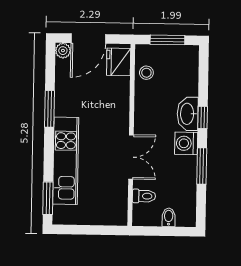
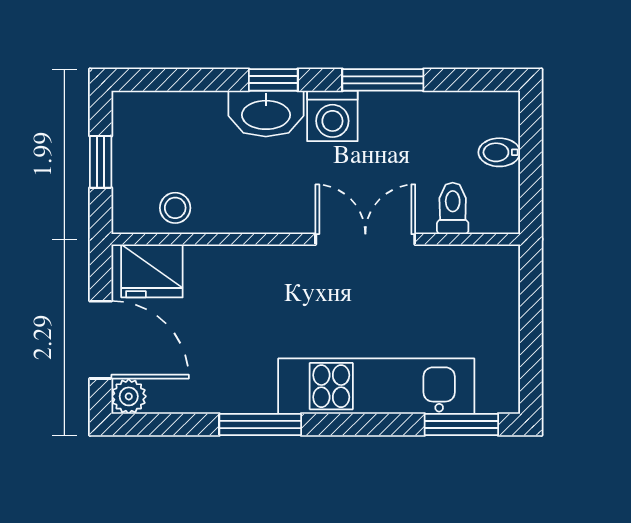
window: (167, 40) -> (101, 162), width x0.67

